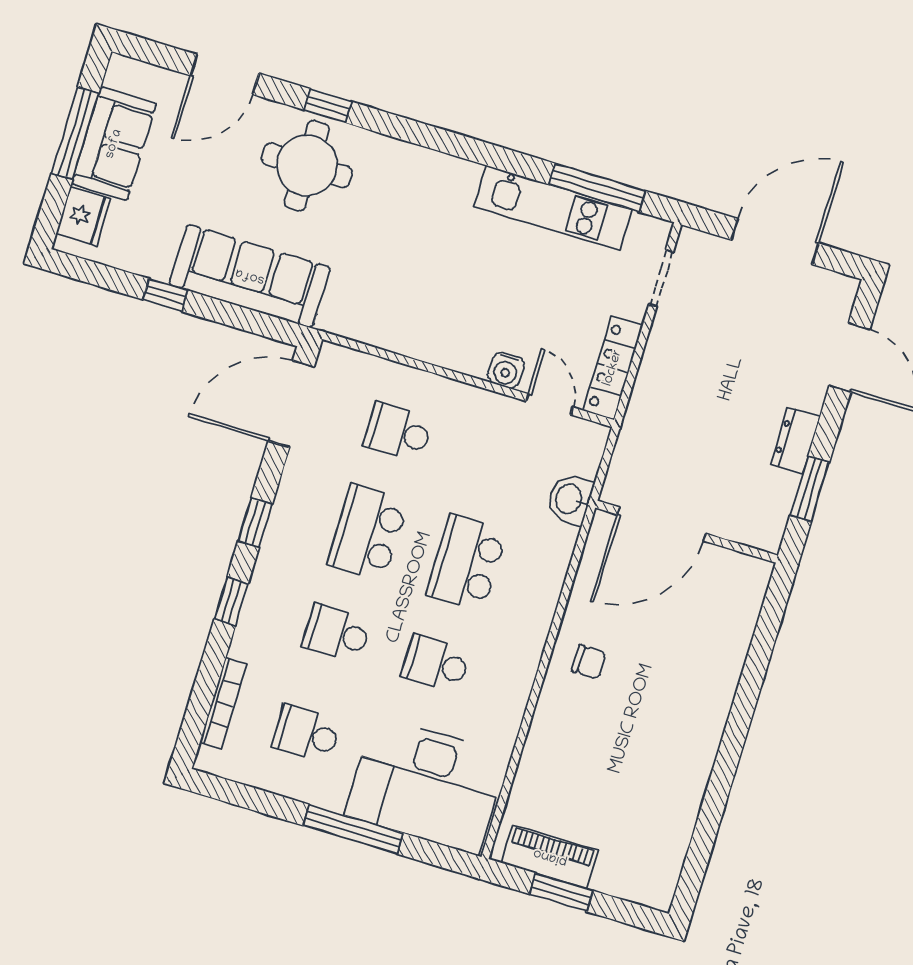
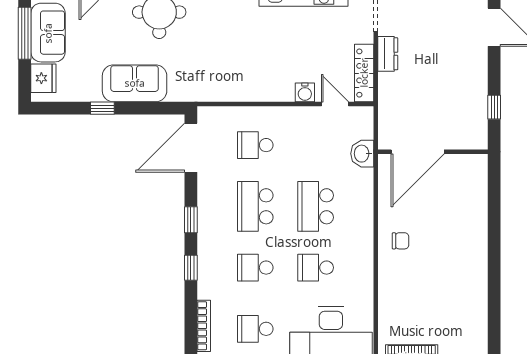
sofa: (250, 276) -> (135, 83), width x0.73
dresser: (795, 440) -> (388, 54), moved, turned 180
window: (810, 489) -> (494, 107), width x0.67

